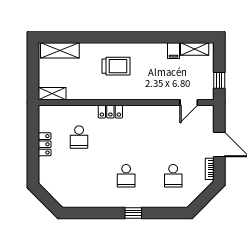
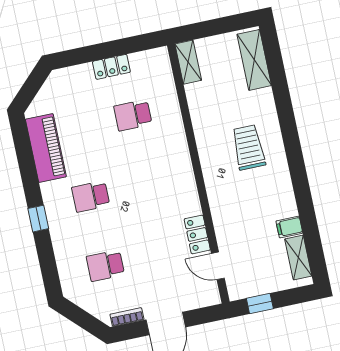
trolley: (116, 66) -> (249, 147), turned 180
locker: (110, 112) -> (197, 234), moved
piano: (88, 198) -> (46, 148), added

